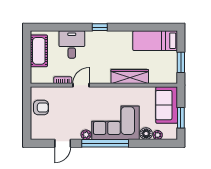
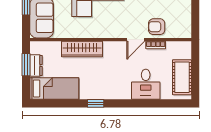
window: (100, 27) -> (96, 103), moved
dresser: (172, 62) -> (36, 65), added
armchair: (41, 108) -> (157, 27), moved

